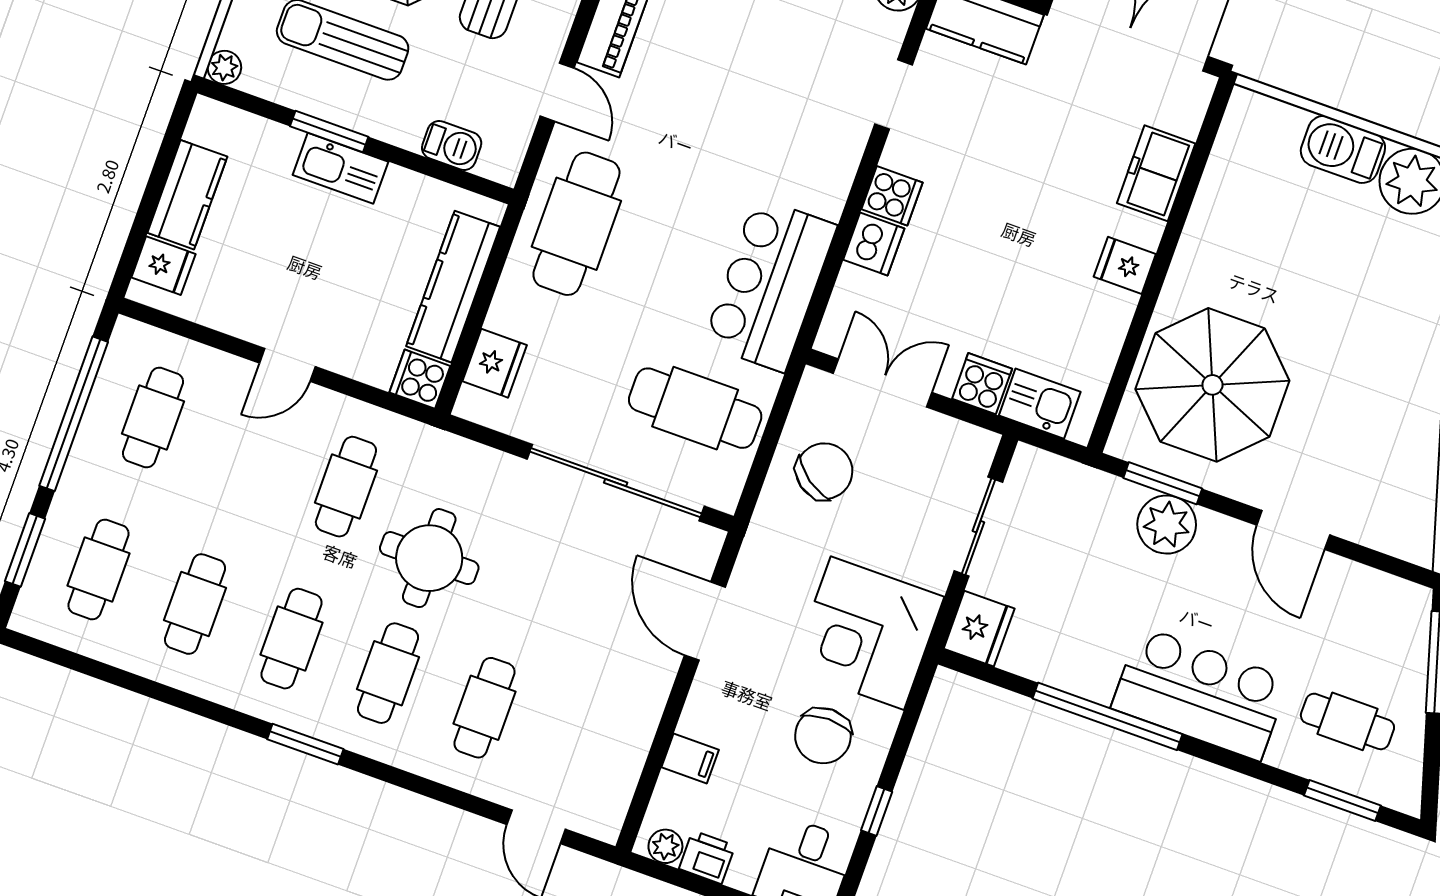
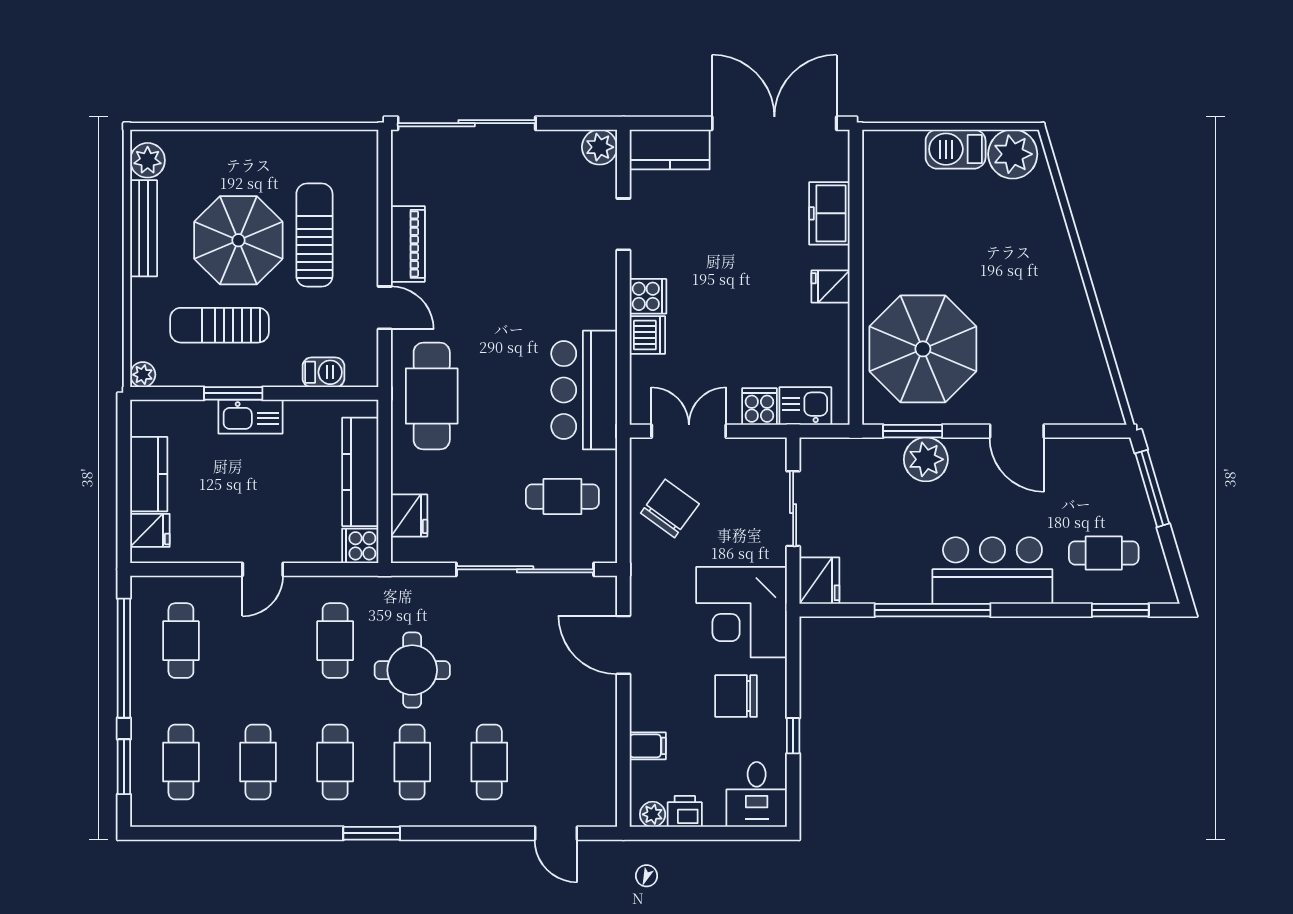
cafe table: (695, 408) -> (562, 497), width x0.73, depth x0.74
chair: (823, 736) -> (736, 696), turned 90

